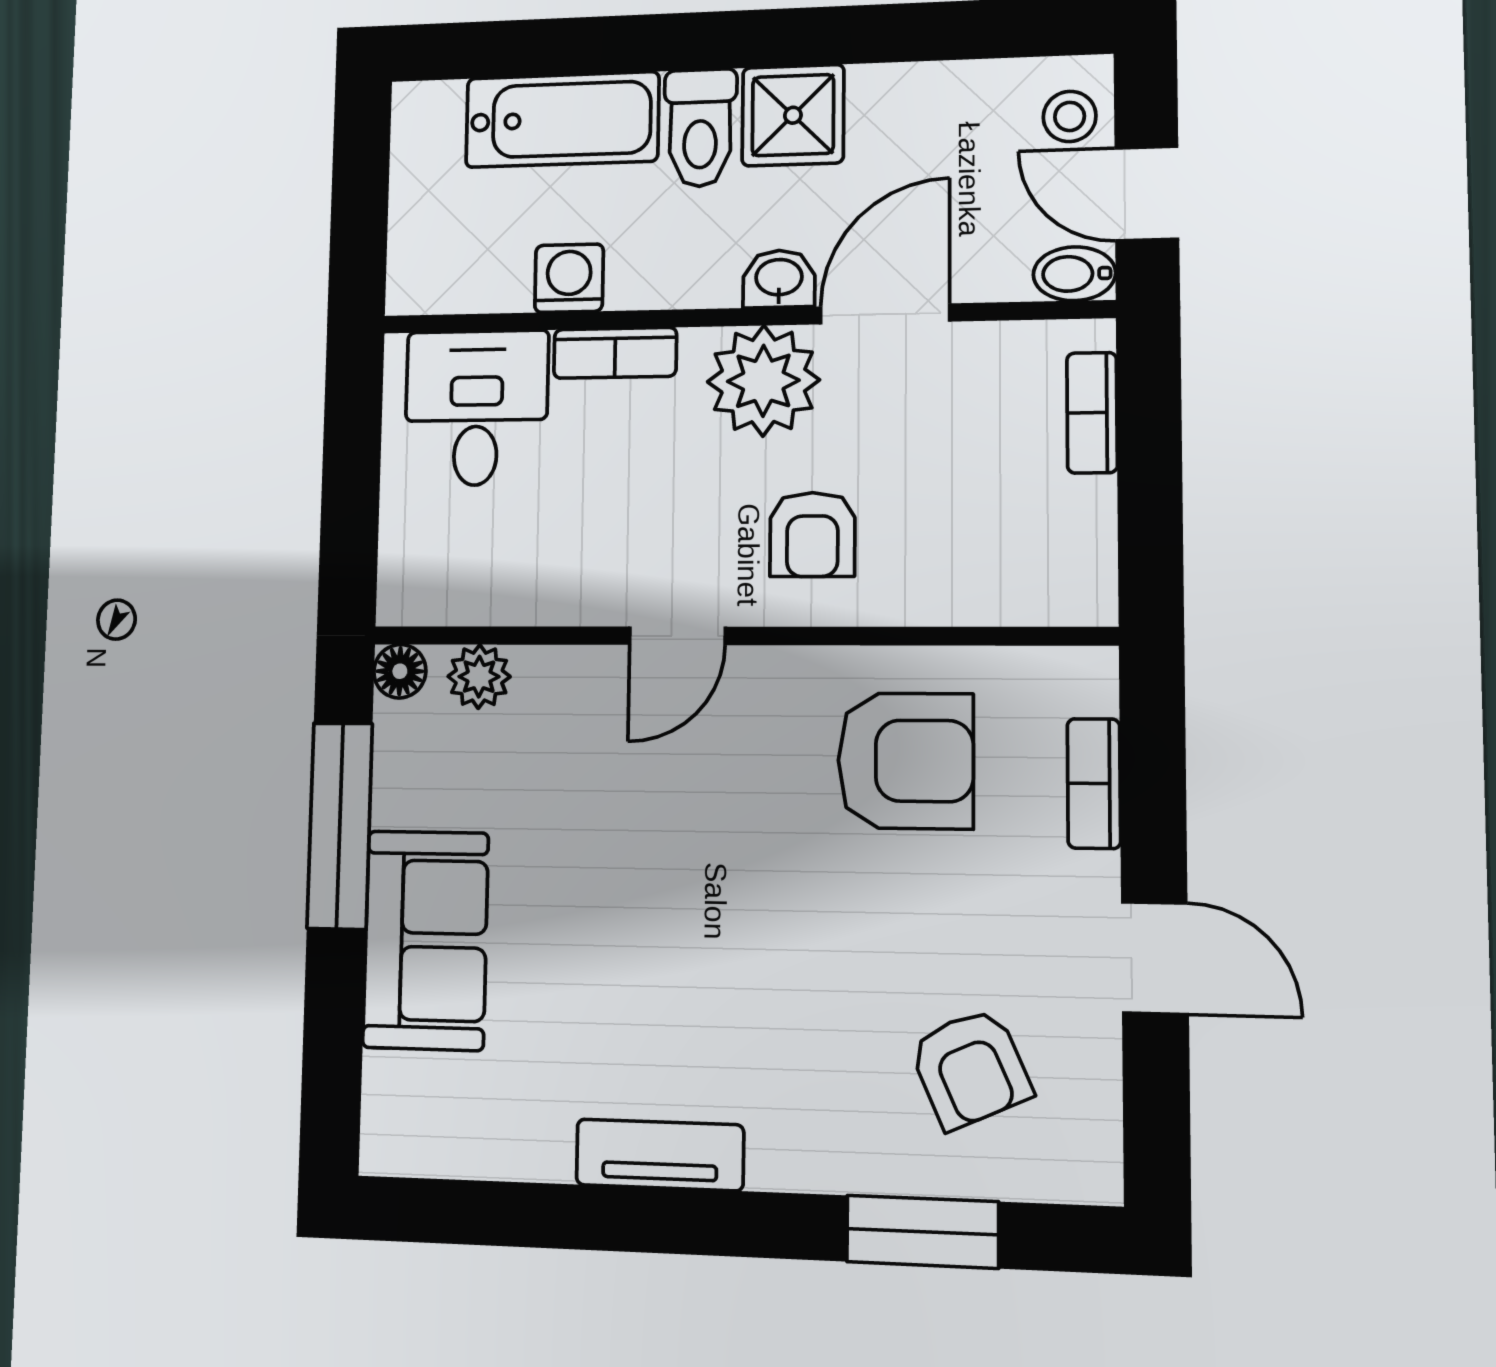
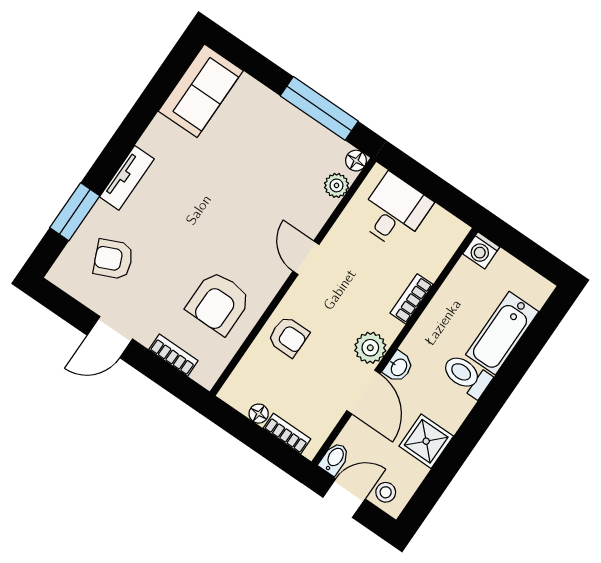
shower: (793, 115) -> (426, 441), moved
washing machine: (569, 278) -> (481, 250), moved, turned 90
plant: (763, 381) -> (370, 348), width x0.73, depth x0.73
desk: (476, 408) -> (394, 211), moved, turned -90
floor lamp: (1092, 505) -> (259, 414), added
armchair: (812, 534) -> (288, 337), moved, turned 180
sofa: (426, 940) -> (201, 91), moved, turned -90
tv unit: (660, 1155) -> (127, 178), moved

